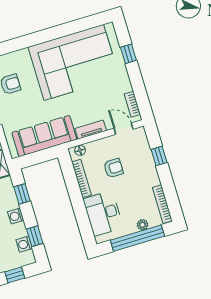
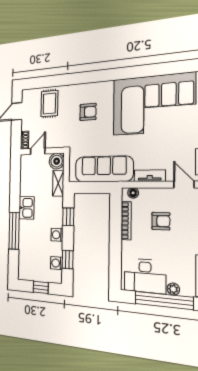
desk: (103, 213) -> (145, 276), moved, turned -90

